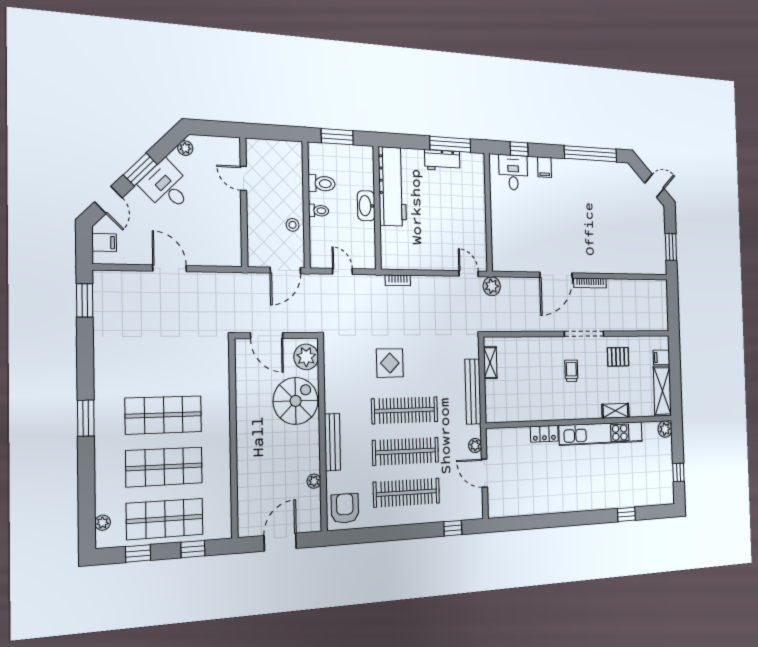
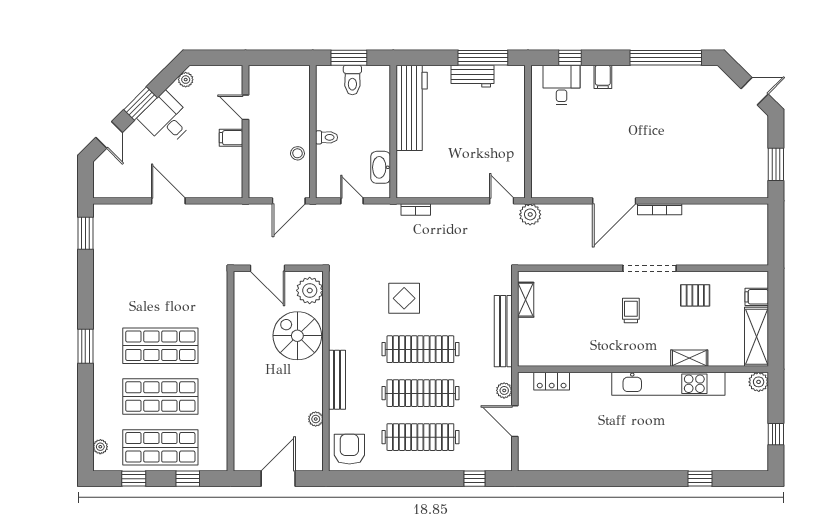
toilet: (322, 184) -> (352, 80), moved, turned 90
washbasin: (366, 206) -> (381, 167), moved
filing cabinet: (104, 242) -> (231, 138), moved, turned 180
spiral stairs: (296, 401) -> (297, 336), turned -90
locker: (544, 434) -> (552, 381), moved

